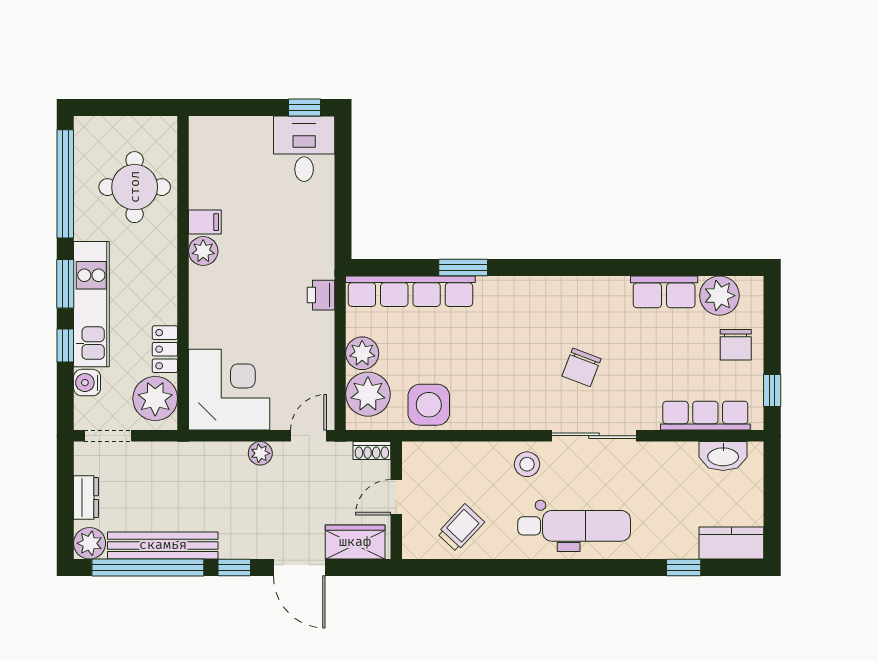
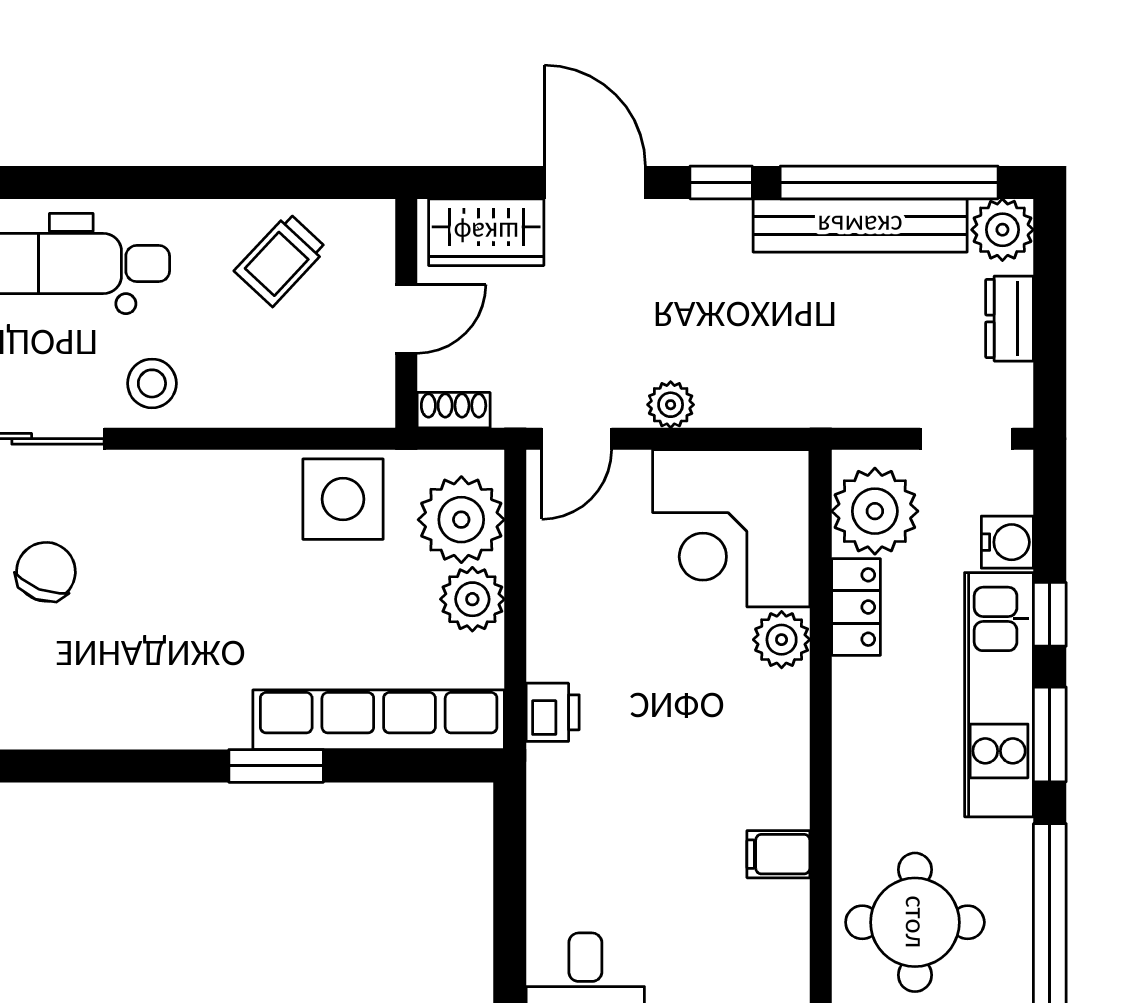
plant: (203, 251) -> (782, 640), moved

